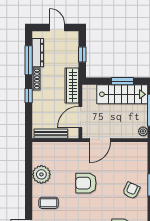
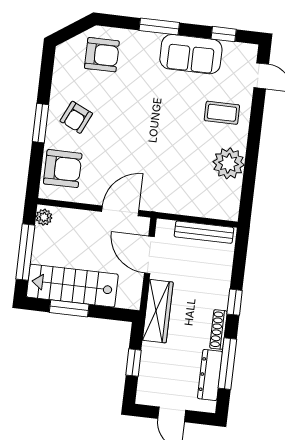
door: (80, 117) -> (149, 255), swing flipped
armchair: (86, 183) -> (63, 169), moved

